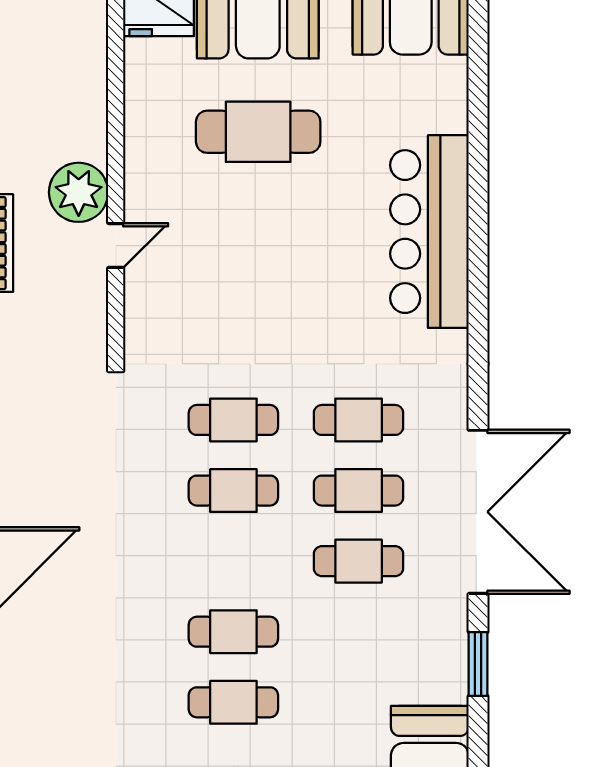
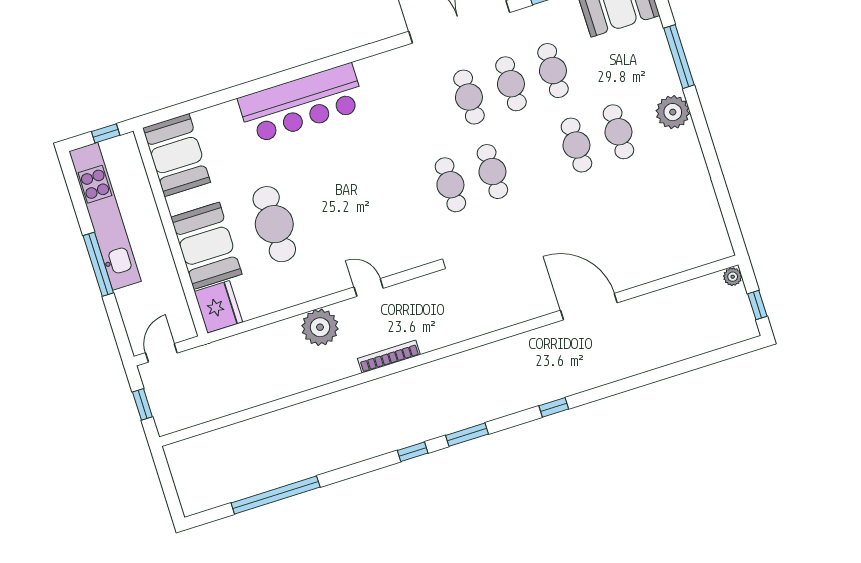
plant: (79, 192) -> (320, 327), moved
cafe table: (359, 420) -> (553, 71), moved

